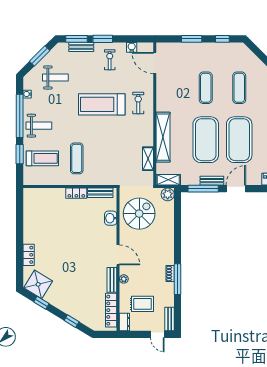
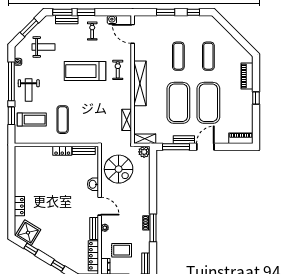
weight bench: (39, 126) -> (29, 90), turned 90
shelving: (163, 137) -> (140, 83), moved
spiral stairs: (139, 214) -> (119, 169), turned 90
washbasin: (111, 218) -> (93, 184), moved

